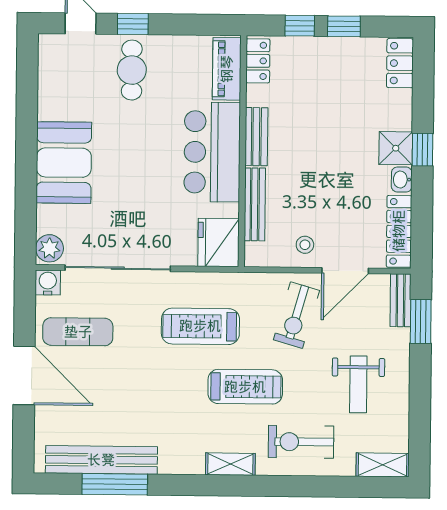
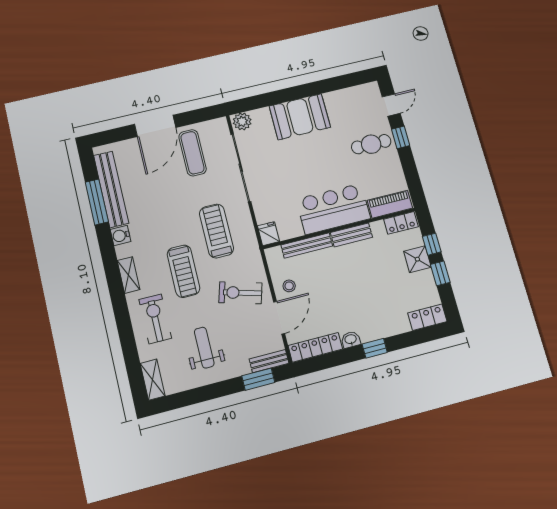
shower: (396, 148) -> (417, 259), moved
fridge: (218, 243) -> (269, 234), width x0.53, depth x0.75
door: (345, 271) -> (279, 318), swing flipped
water cooler: (48, 283) -> (121, 236), moved, turned 180
weight bench: (358, 384) -> (204, 348), turned 90

